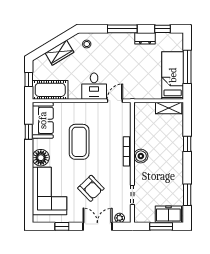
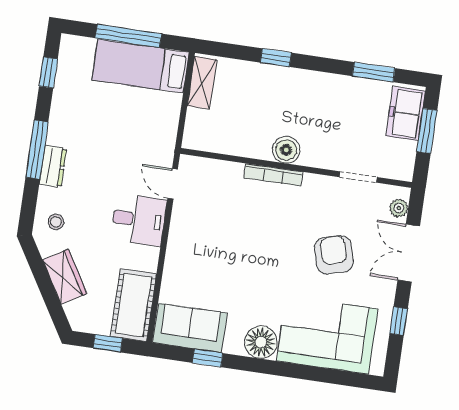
dresser: (145, 38) -> (53, 166), moved
coffee table: (79, 142) -> (241, 264), removed
armchair: (91, 188) -> (334, 255), turned -62

